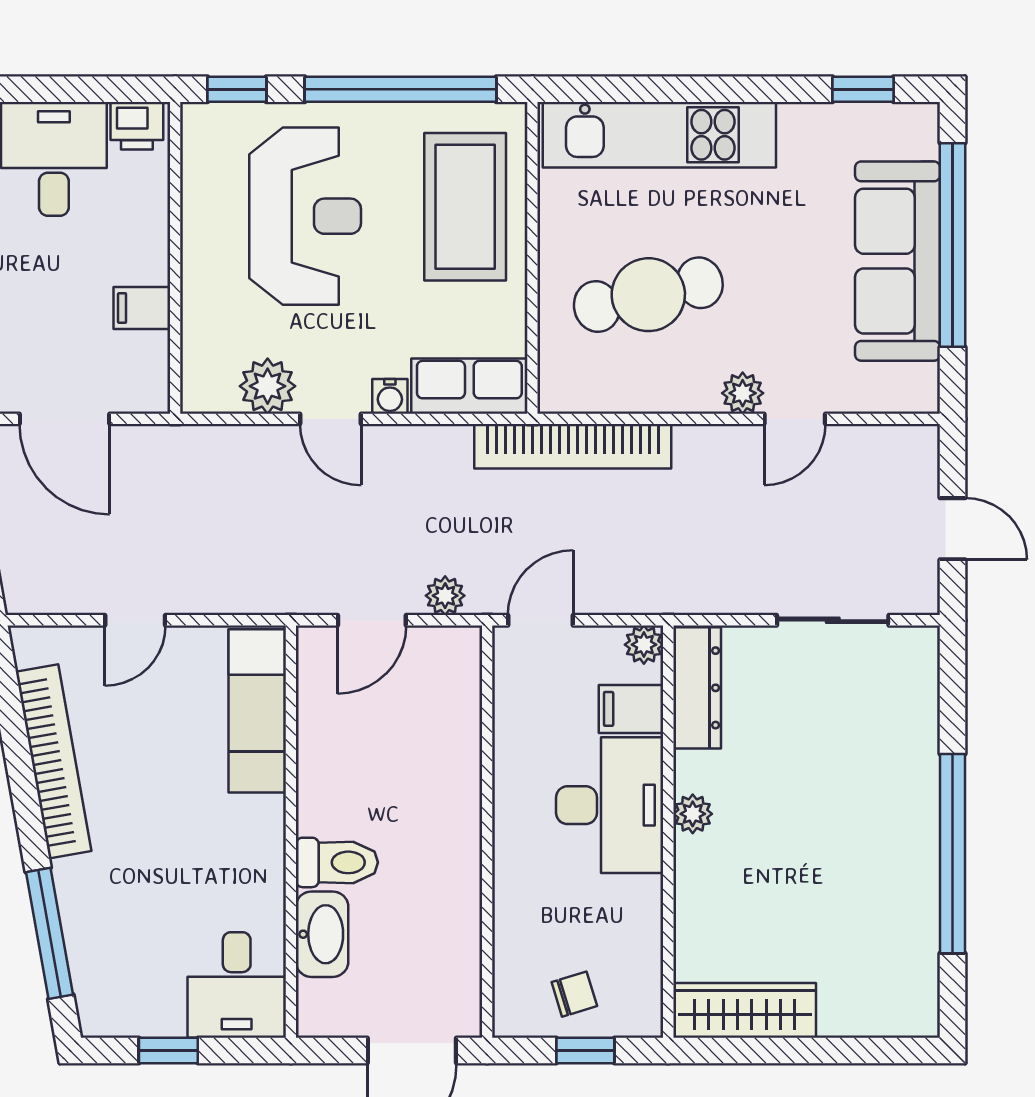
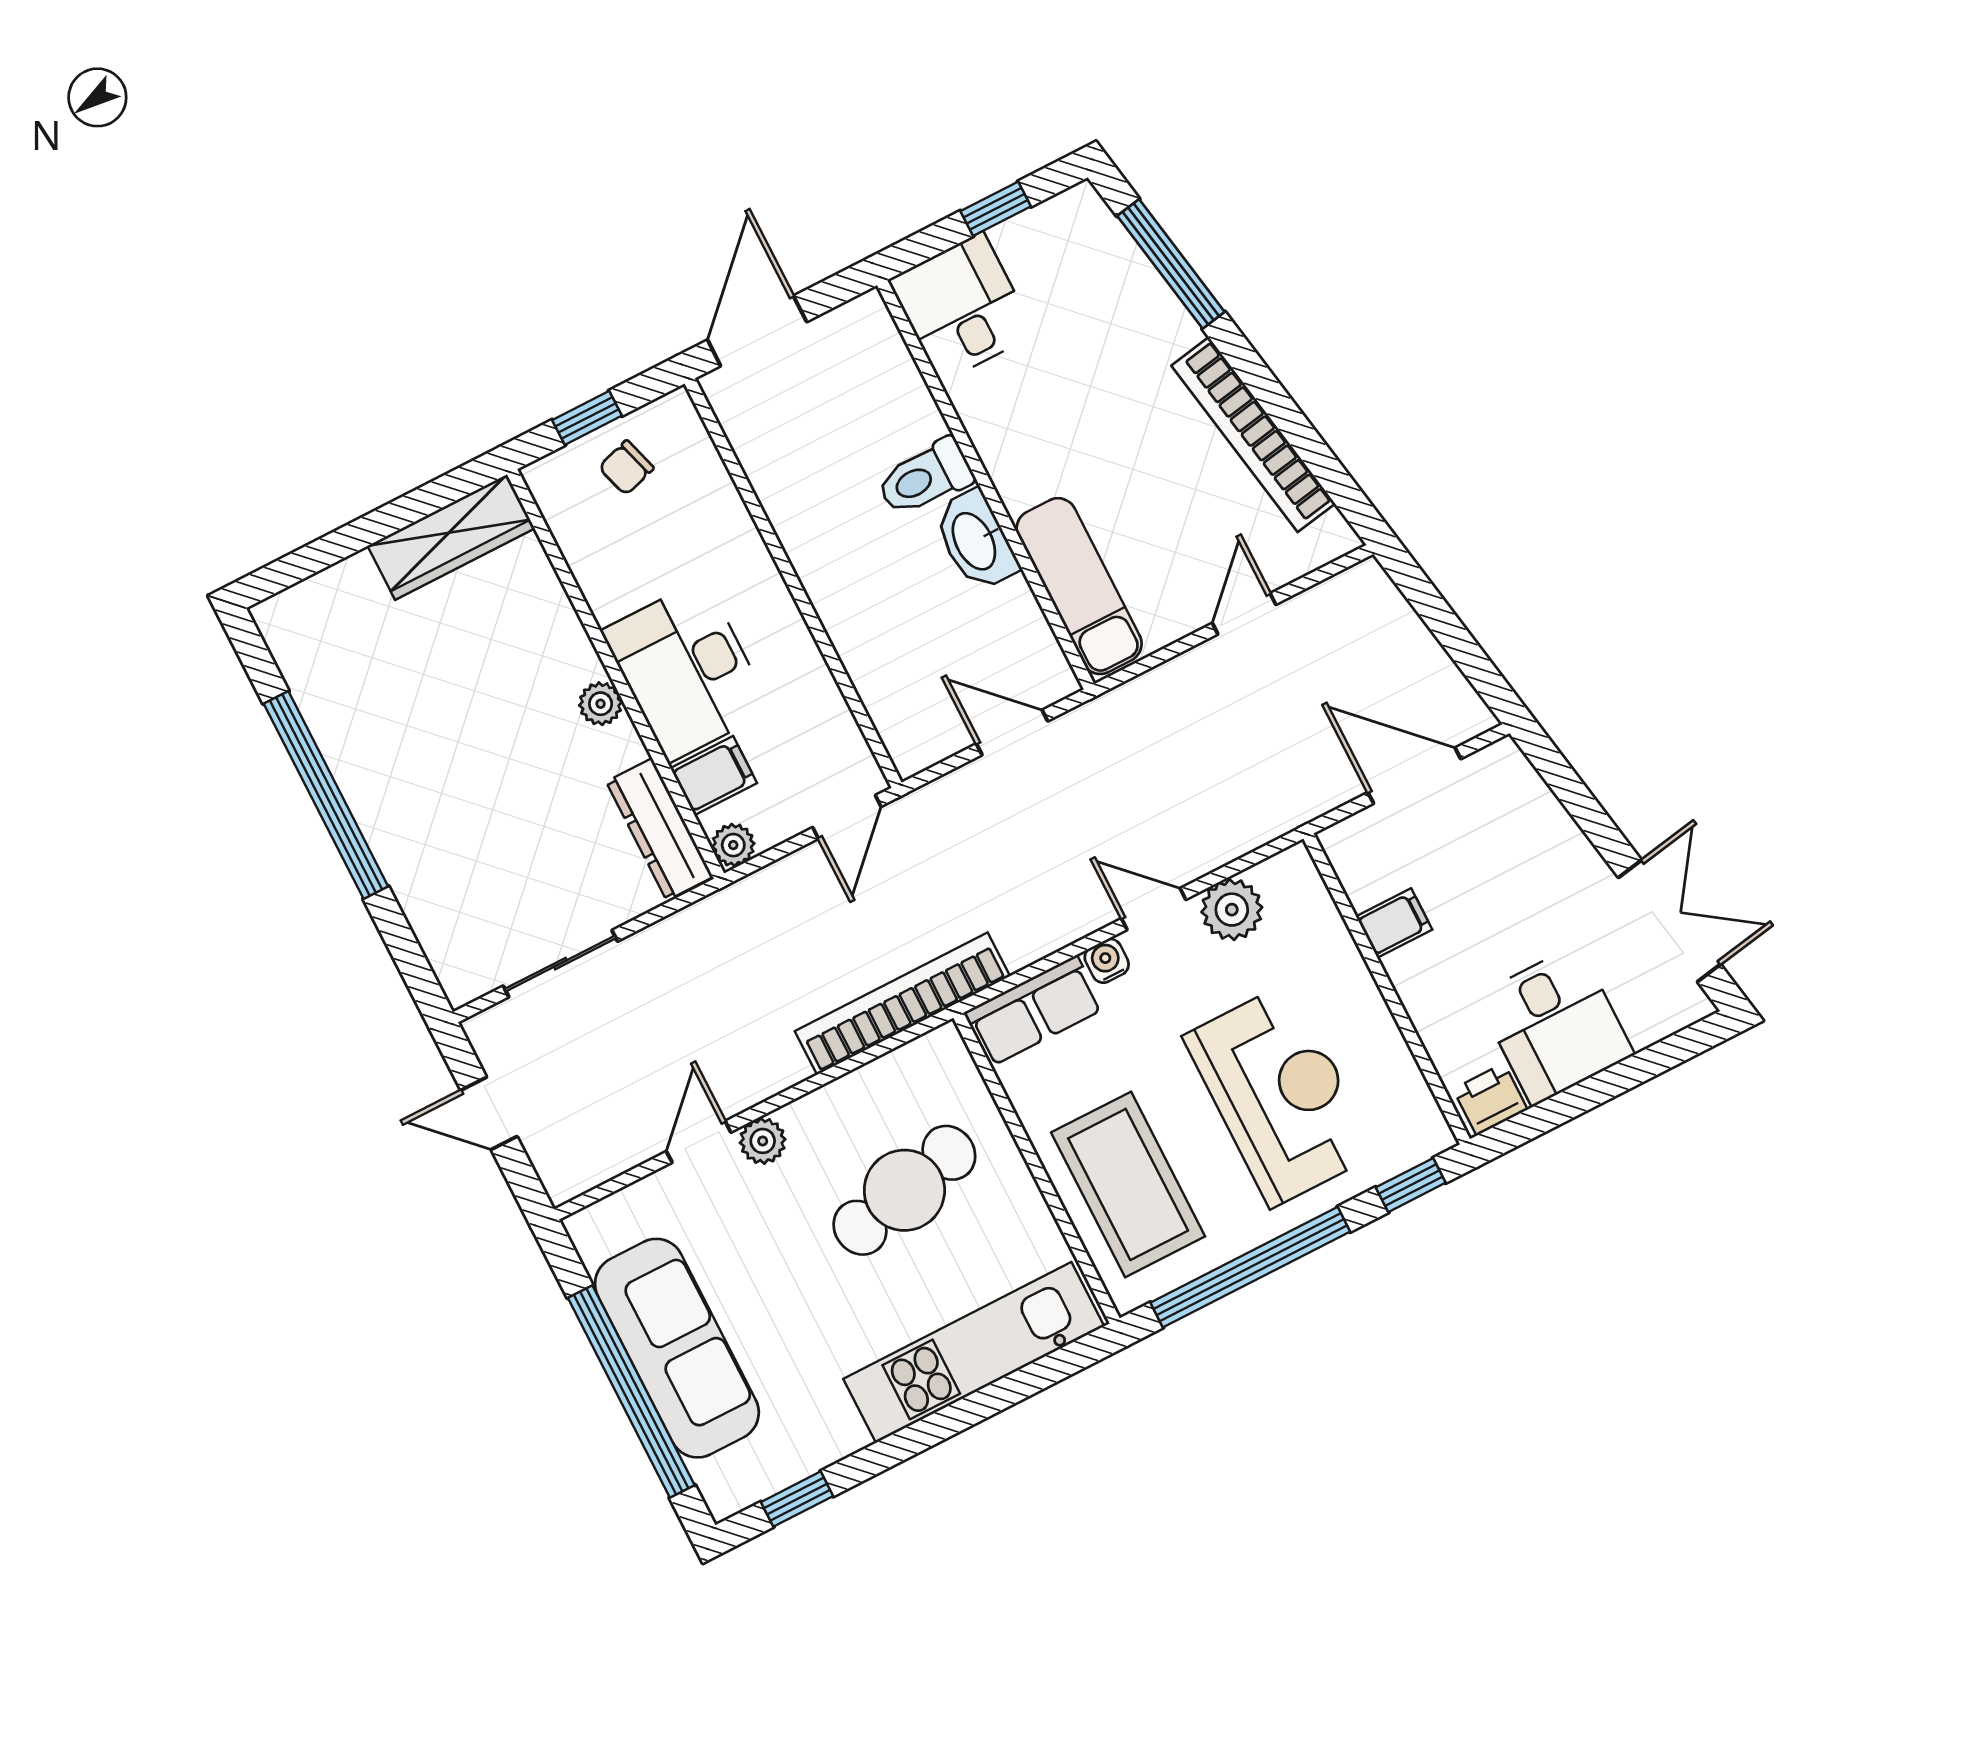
reception desk: (305, 216) -> (1280, 1095), turned 180
plant: (445, 596) -> (953, 793), removed
door: (372, 620) -> (1012, 732), hinge flipped
washbasin: (322, 934) -> (975, 540), moved

